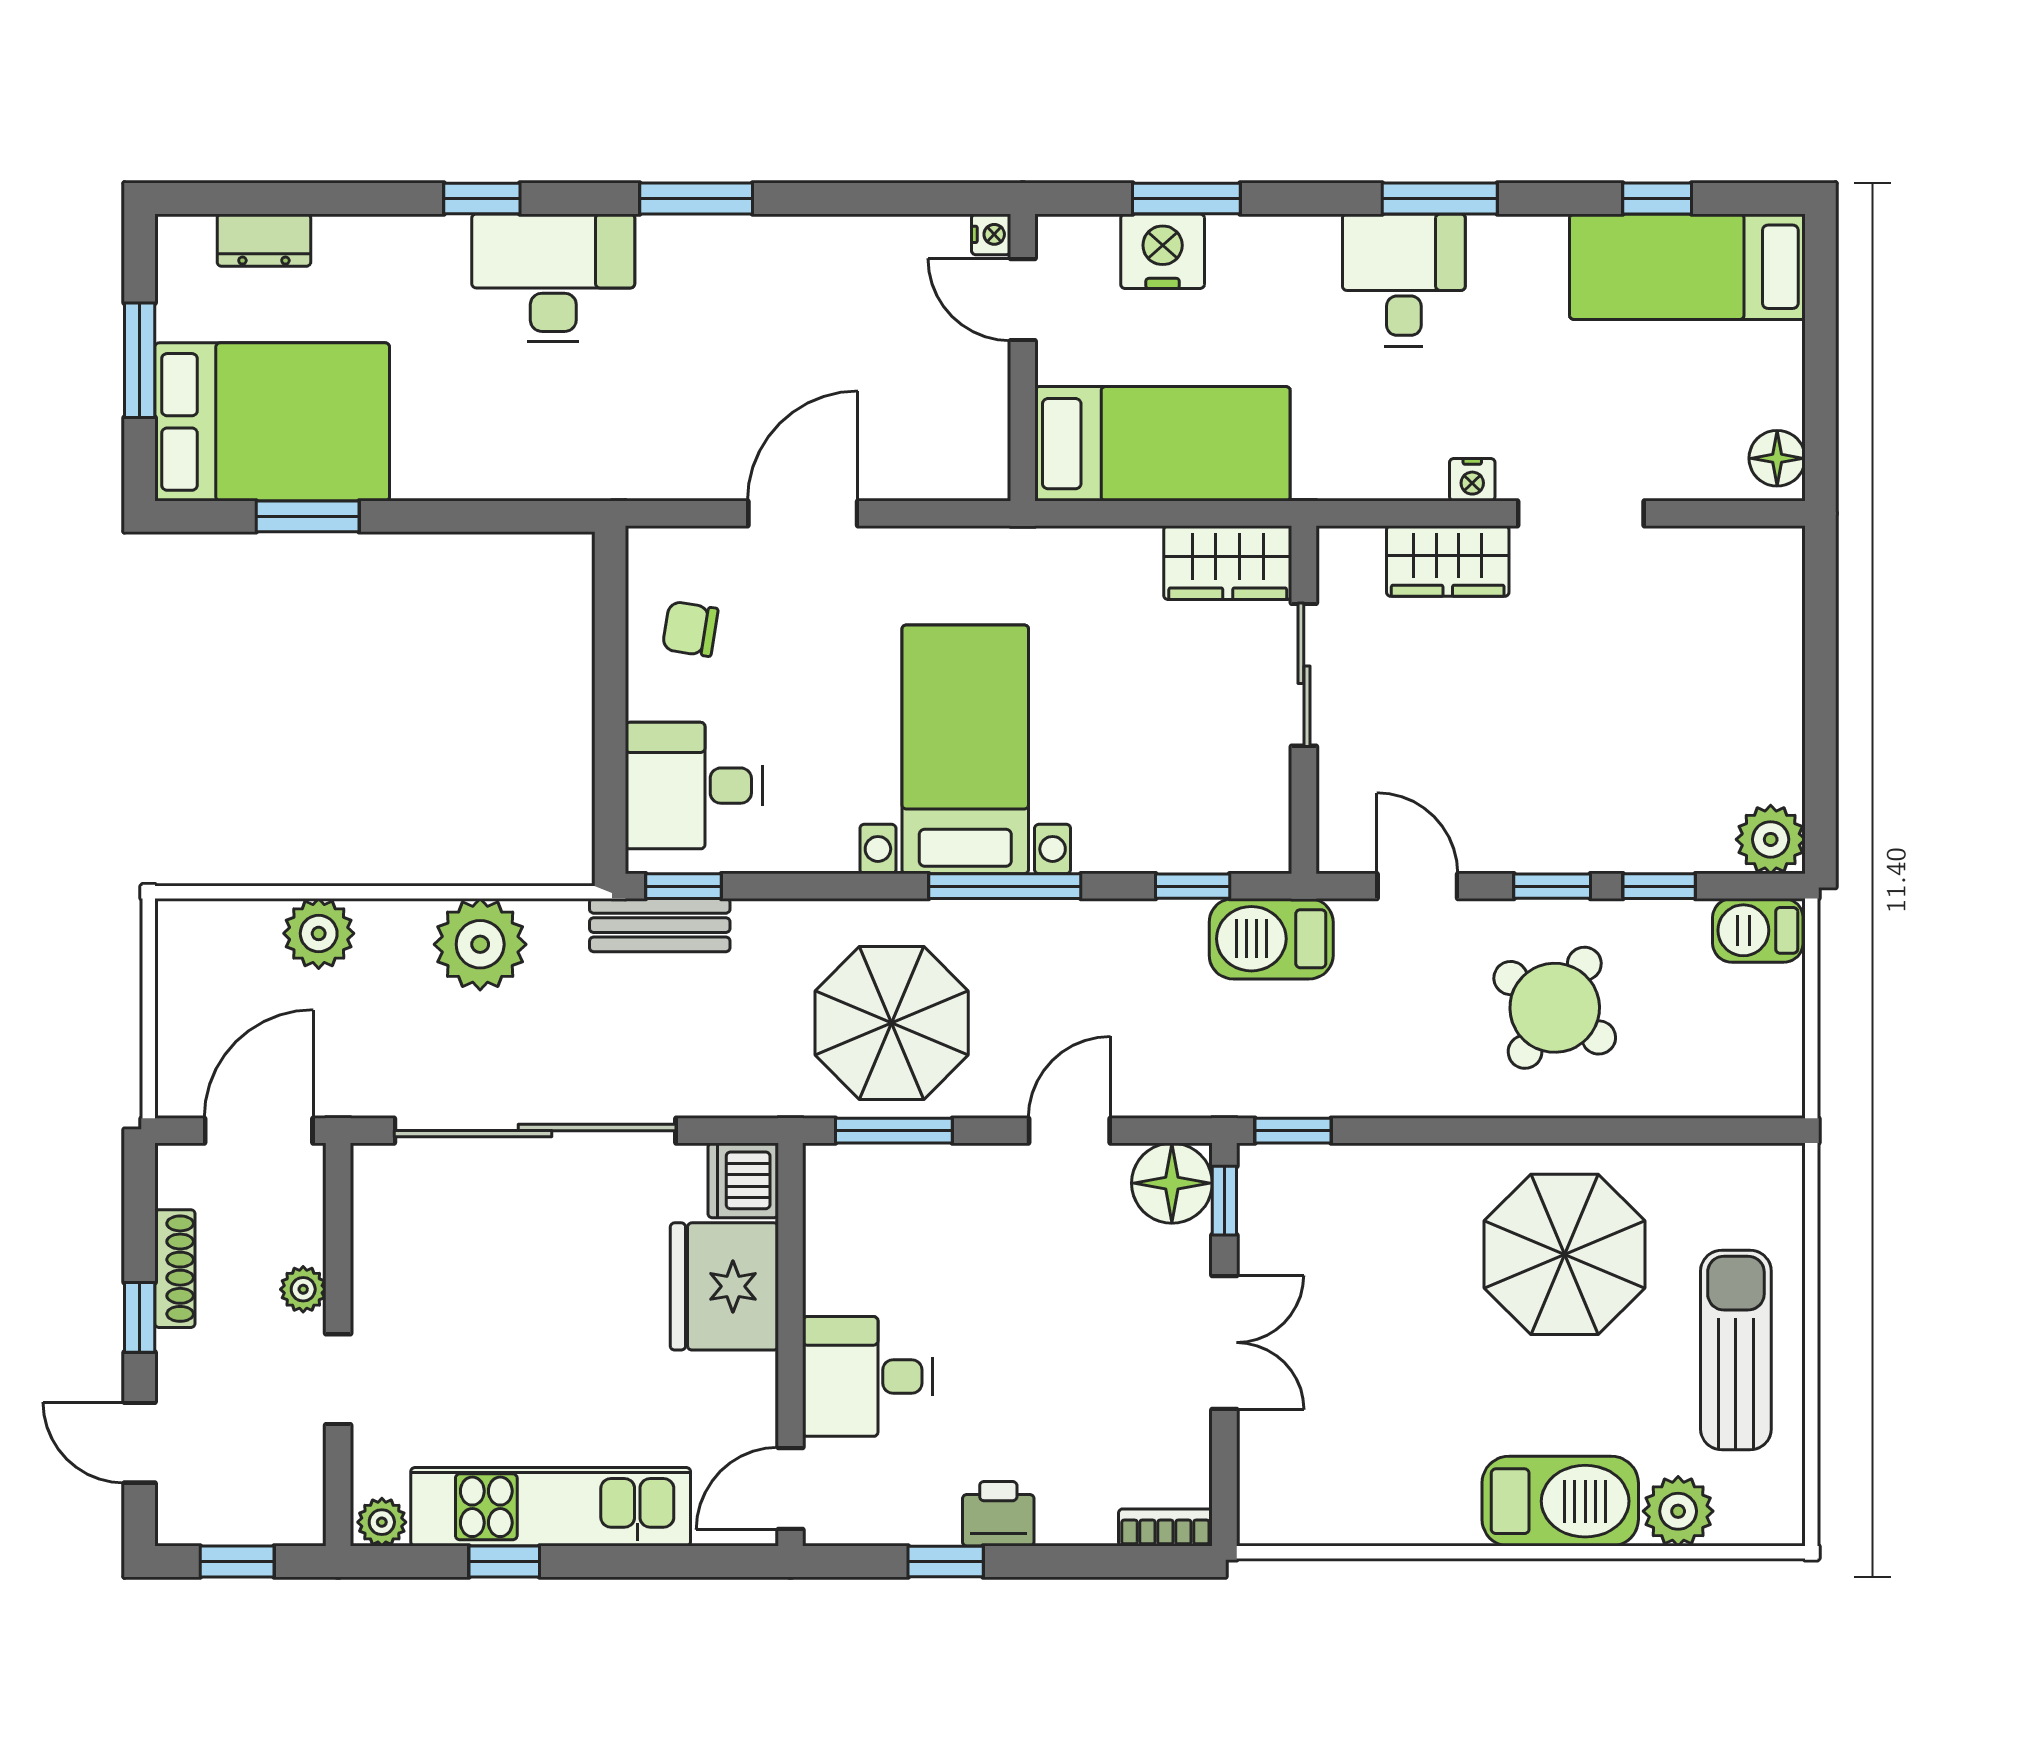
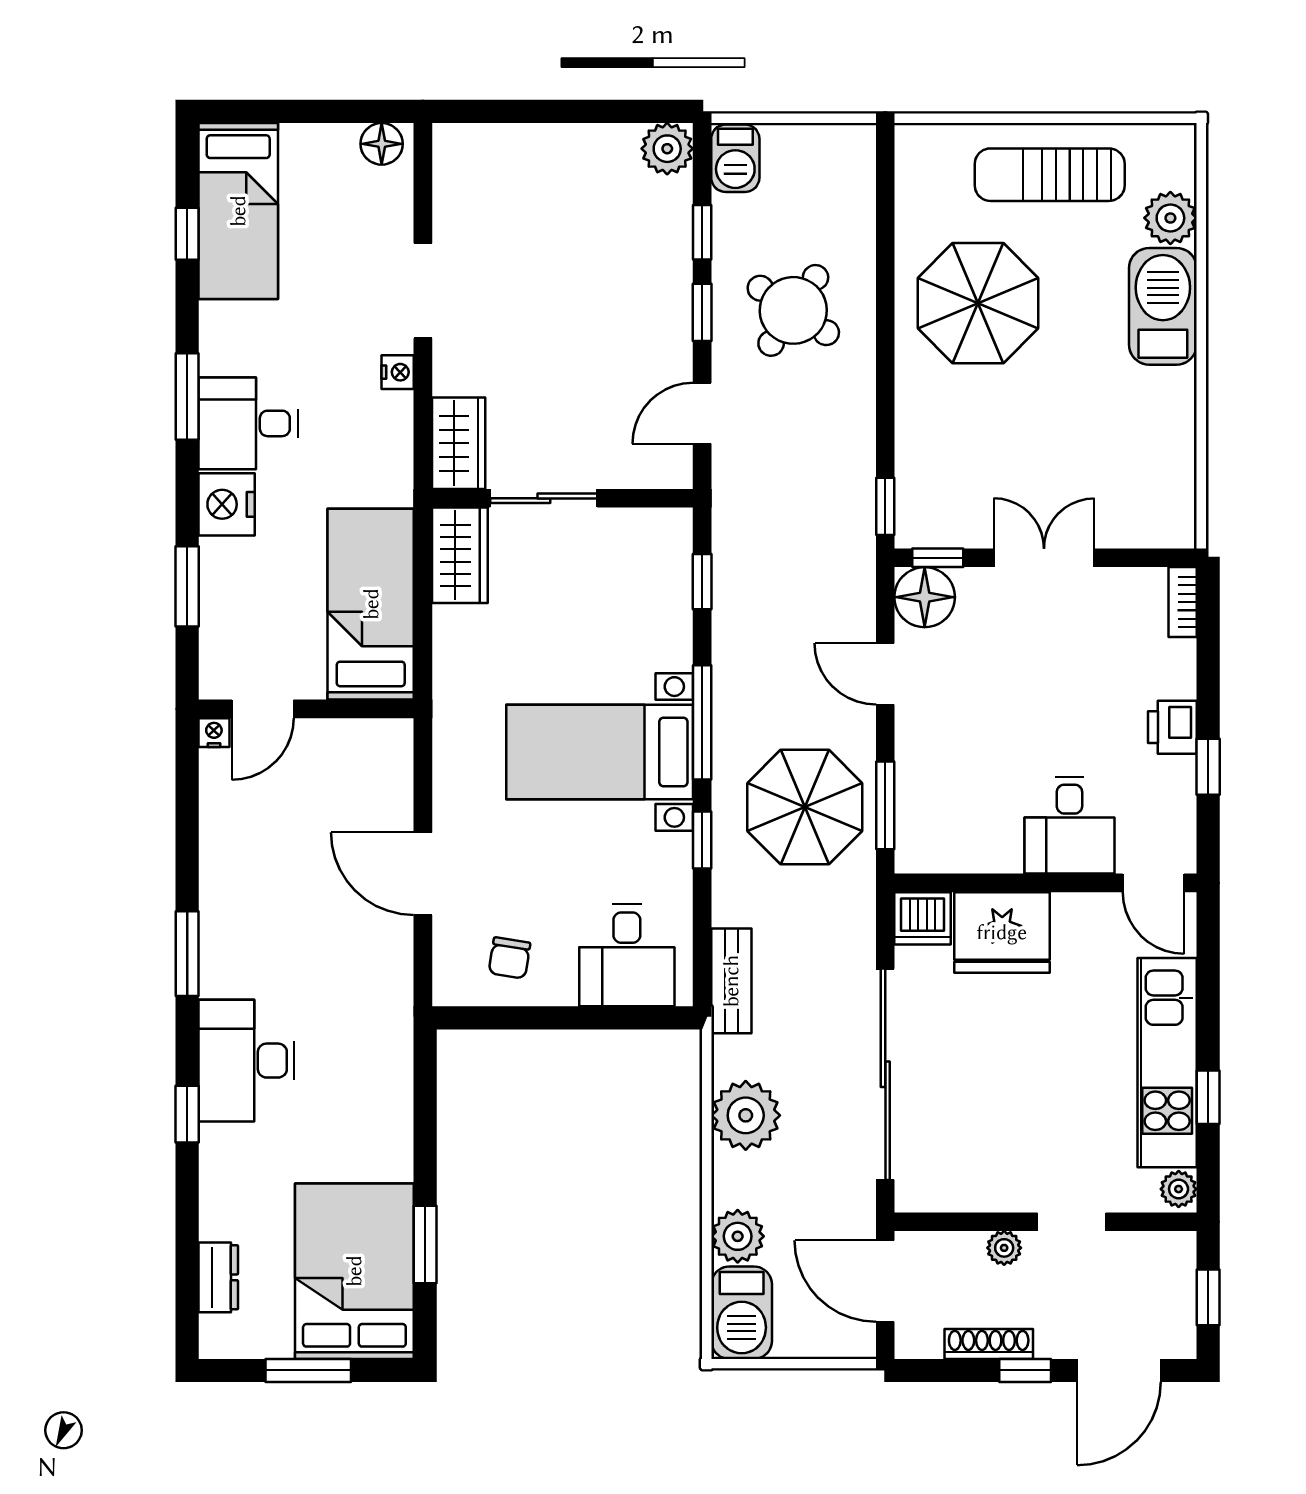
nightstand: (1163, 251) -> (227, 504), moved
wardrobe: (1448, 561) -> (459, 443), moved
window: (684, 886) -> (702, 840), moved
barbecue: (1271, 939) -> (742, 1313), moved
door: (140, 1443) -> (1119, 1370), width x1.37

